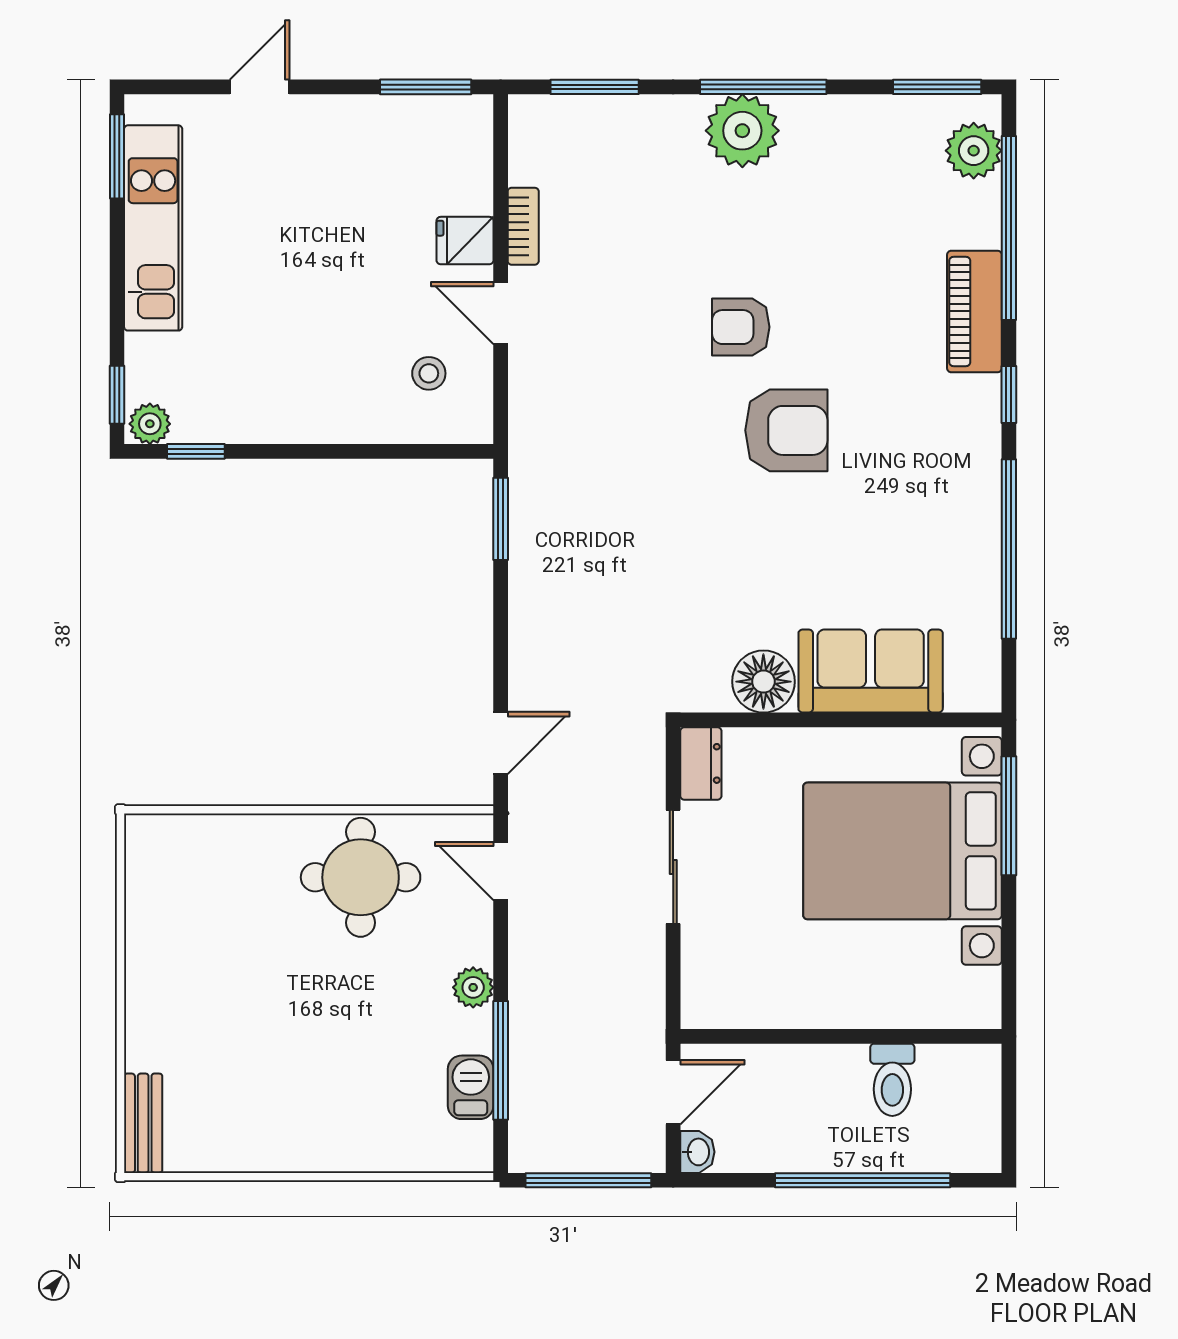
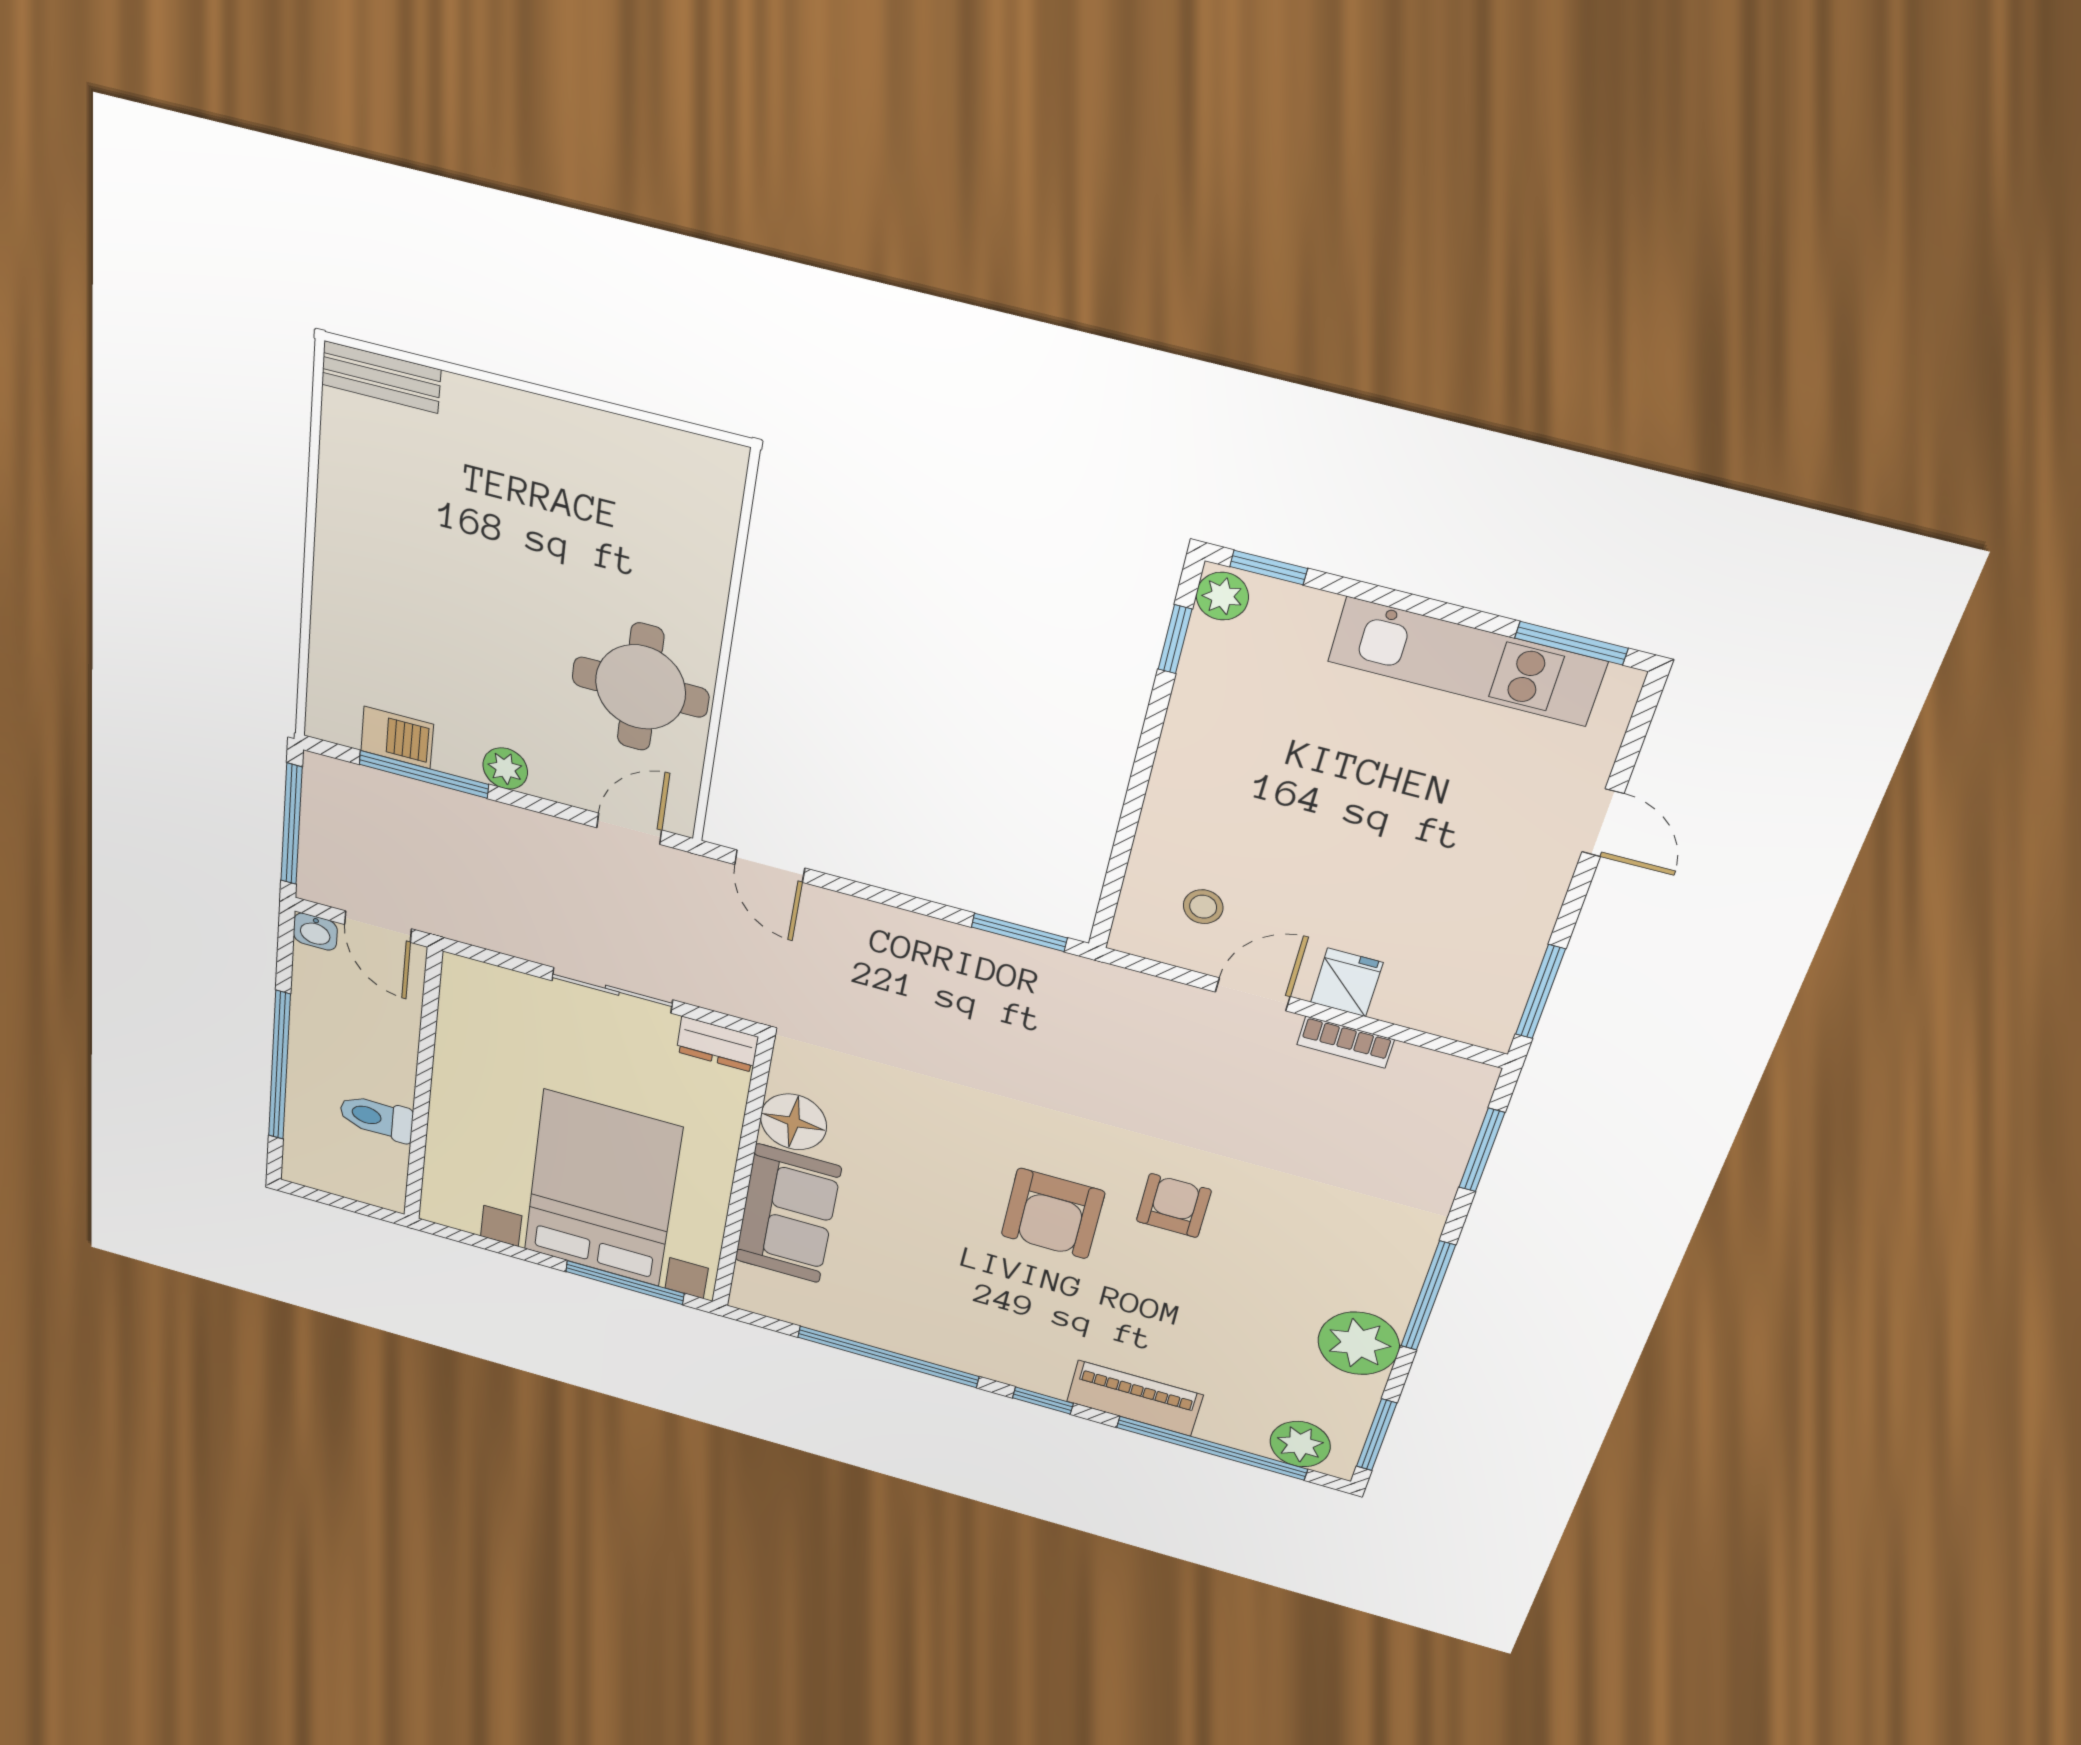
plant: (742, 131) -> (1359, 1343), moved

